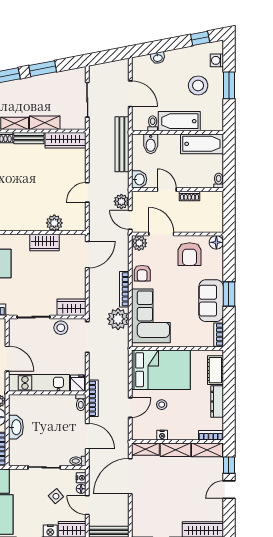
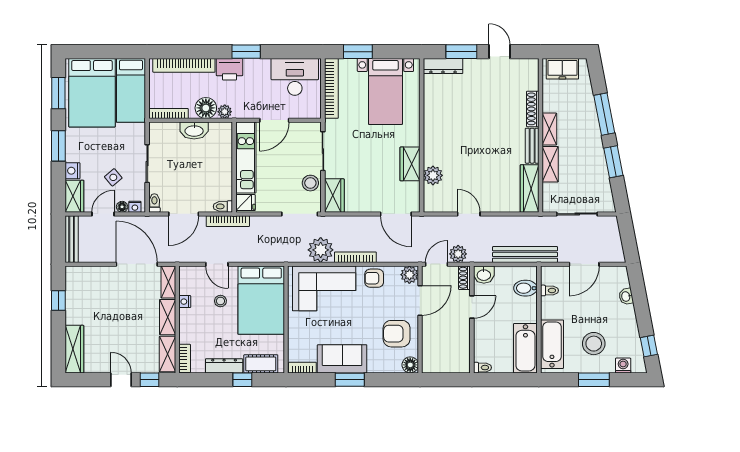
bathtub: (179, 121) -> (552, 344), moved
shoe rack: (189, 196) -> (464, 278), moved
window: (229, 386) -> (242, 380), added

